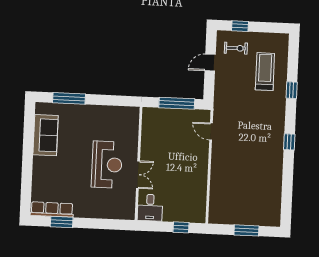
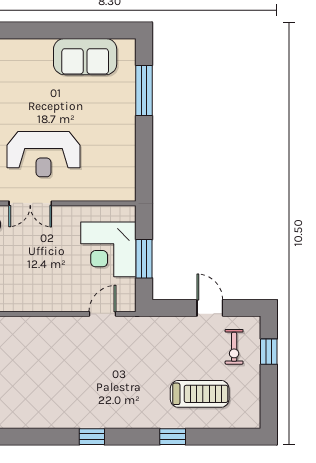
window: (177, 103) -> (144, 259), width x0.69
corner desk: (170, 126) -> (108, 249), added

